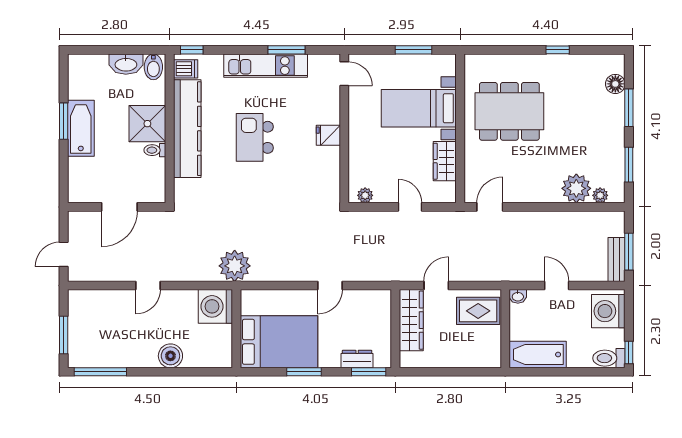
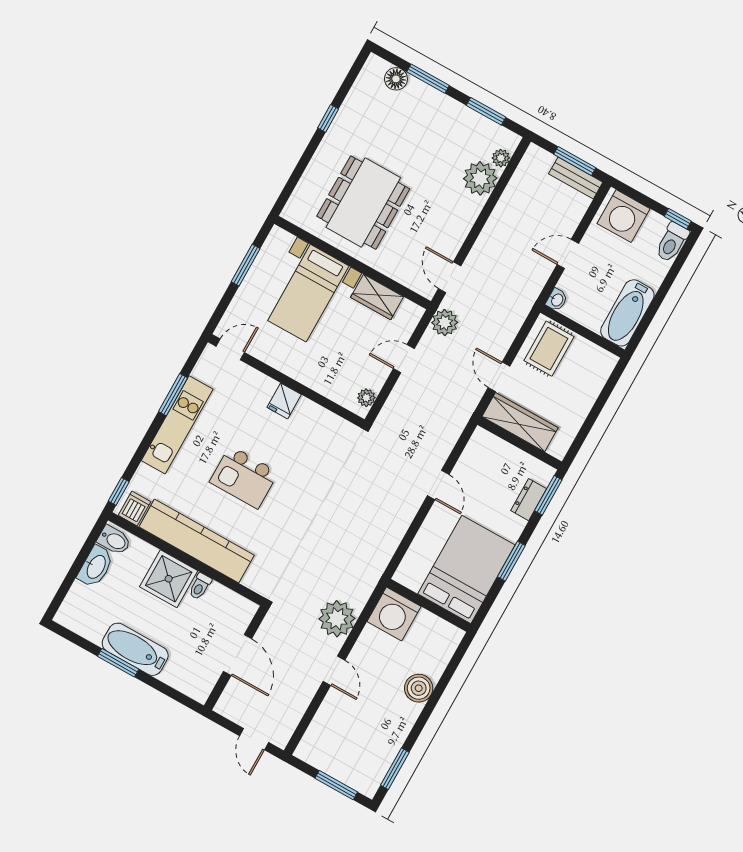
plant: (454, 222) -> (445, 323), added
plant: (235, 266) -> (337, 619), moved
window: (100, 372) -> (395, 769), width x0.69

